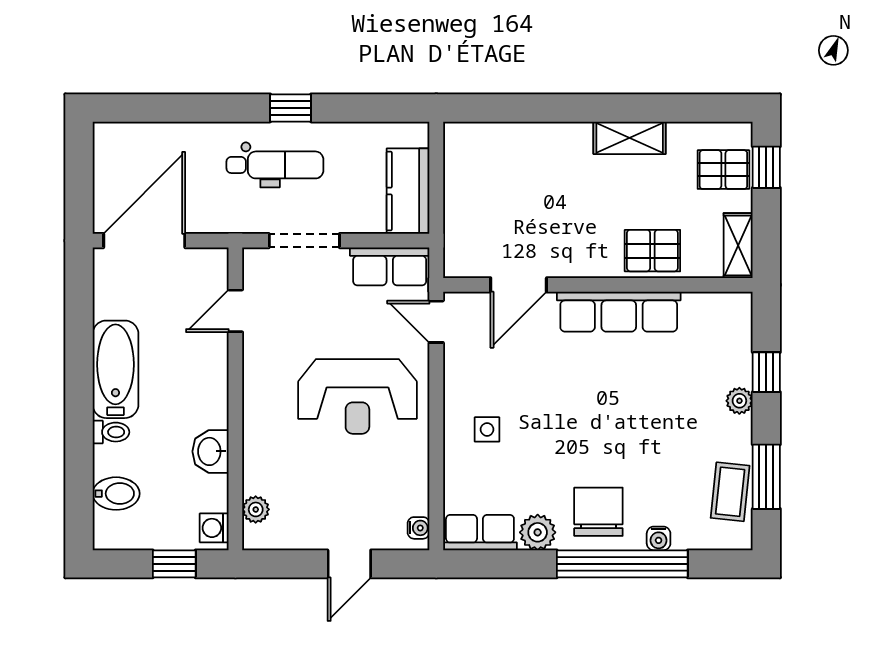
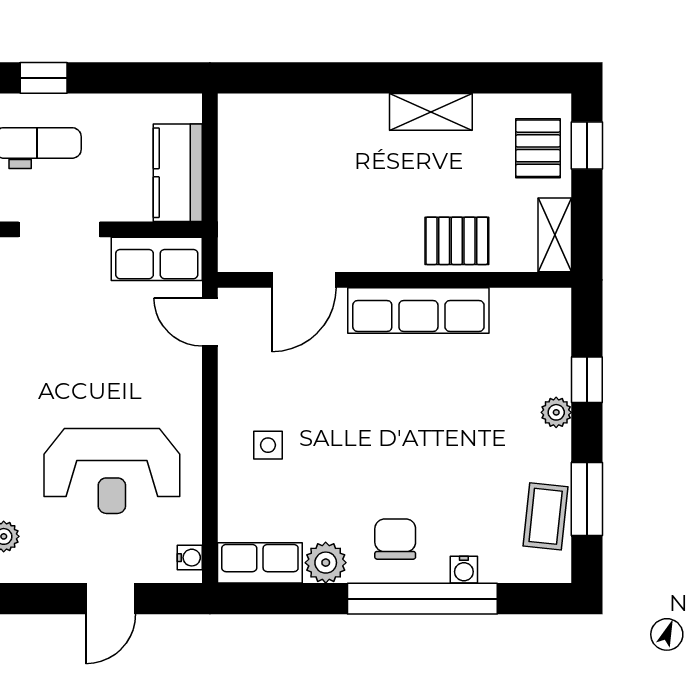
pallet: (723, 170) -> (538, 148), turned 90
reception desk: (357, 396) -> (112, 471), moved
chair: (598, 512) -> (395, 539), width x0.73, depth x0.73

